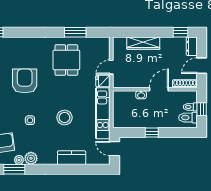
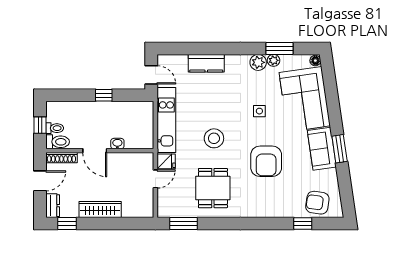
window: (75, 32) -> (183, 224), moved
wardrobe: (143, 43) -> (100, 210), moved
door: (159, 89) -> (95, 151), hinge flipped
stool: (64, 118) -> (214, 138), moved
toilet: (188, 118) -> (58, 142), moved

